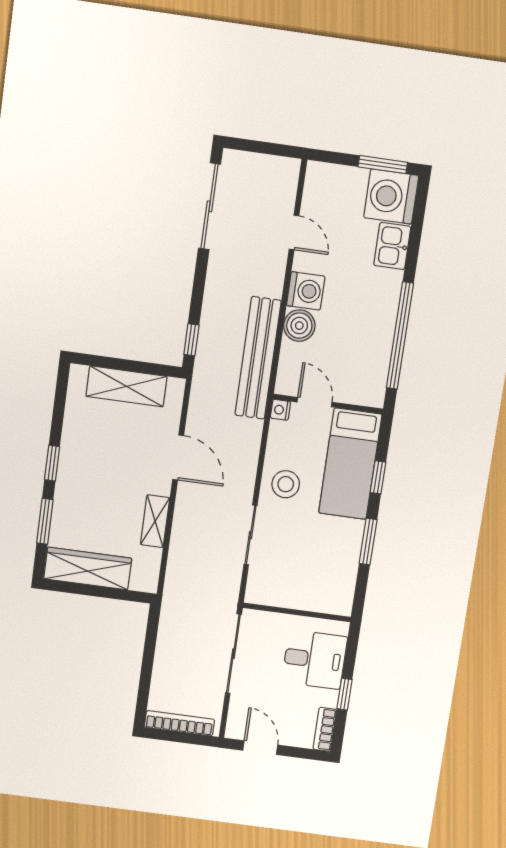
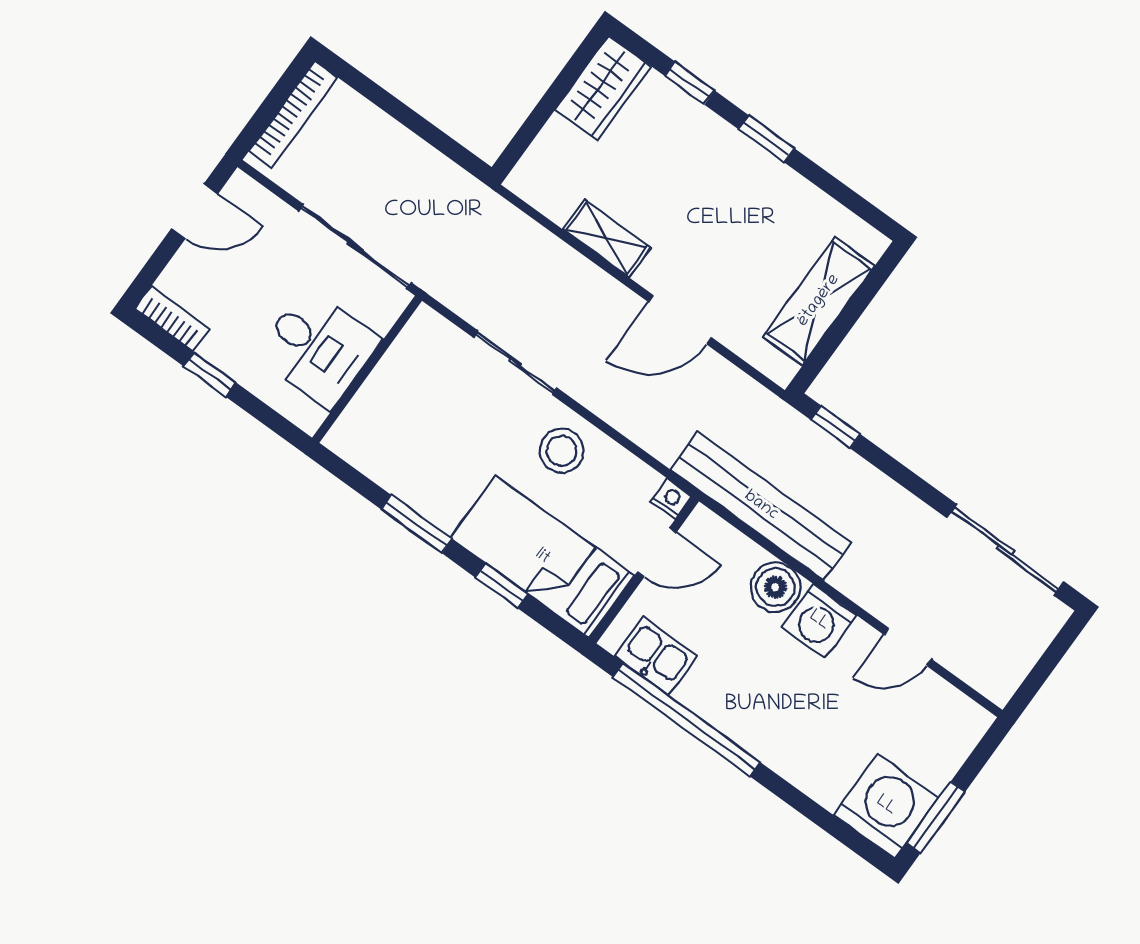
kitchen sink: (392, 246) -> (656, 656), moved
window: (45, 521) -> (690, 83), width x0.67
wardrobe: (88, 569) -> (603, 88), width x0.67
desk: (315, 659) -> (318, 348), moved, turned -90

